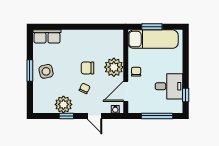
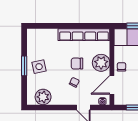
row of seats: (47, 36) -> (84, 35), moved, width x2.02
plant: (63, 104) -> (43, 97), moved
window: (66, 116) -> (58, 107), removed

